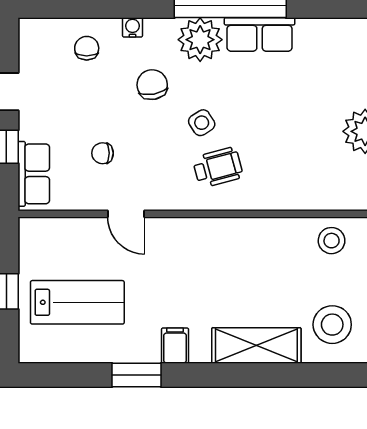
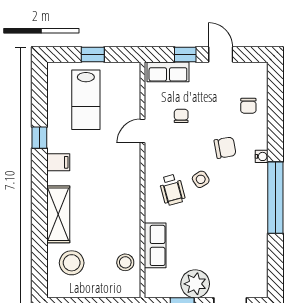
water cooler: (133, 27) -> (262, 156), moved
row of seats: (260, 34) -> (155, 245), moved, turned 180
plant: (200, 40) -> (254, 178), removed
chair: (87, 48) -> (248, 106), turned 90
window: (136, 375) -> (39, 138), width x0.67

